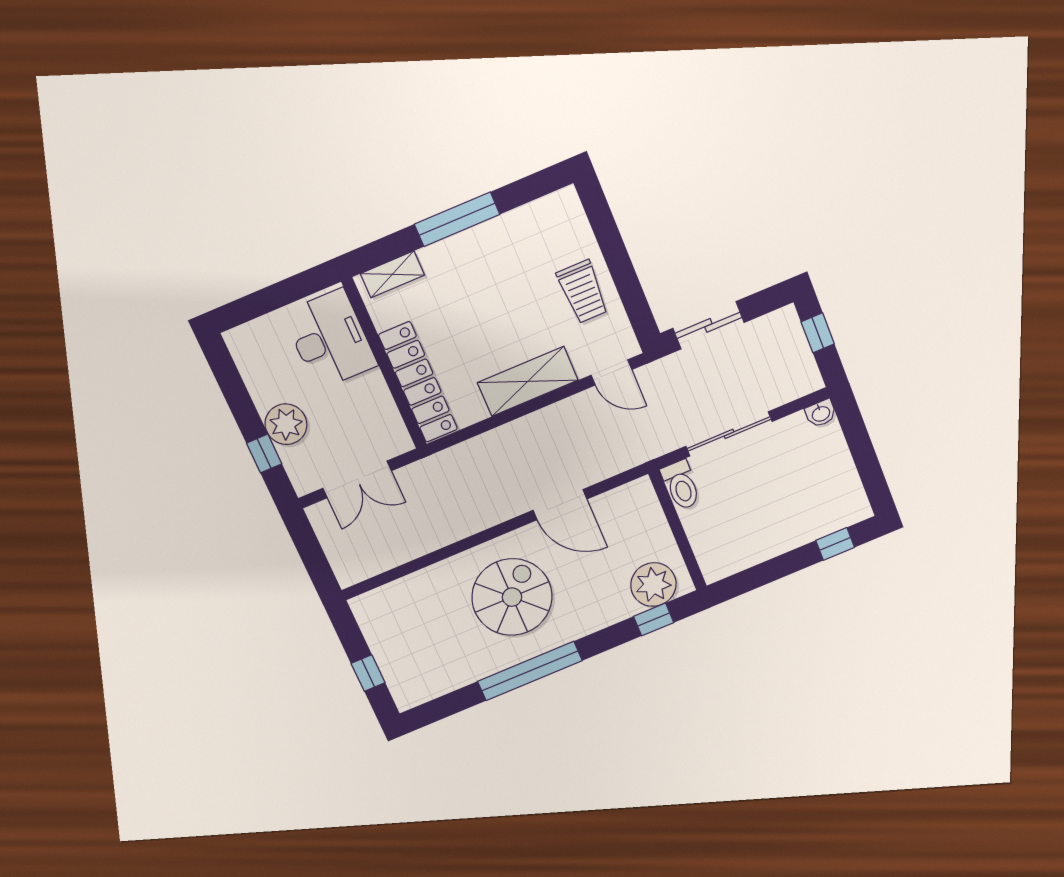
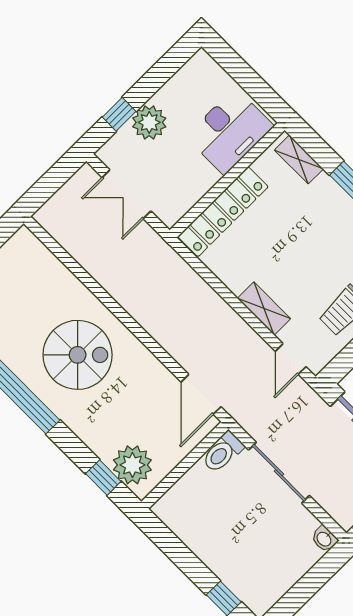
shelving: (528, 381) -> (264, 308), width x0.67, depth x0.75
door: (560, 505) -> (201, 394), moved

